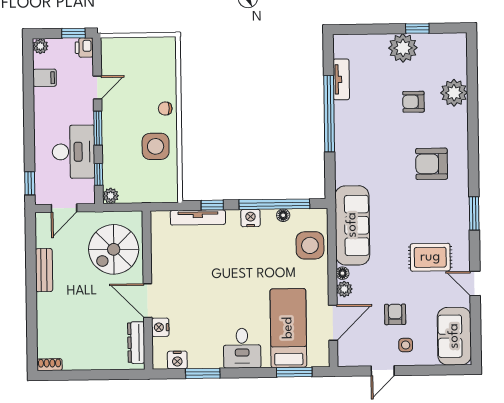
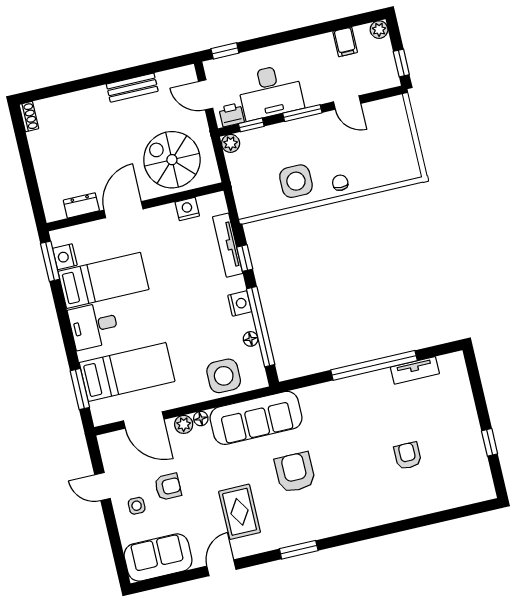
printer: (84, 48) -> (231, 115), moved
plant: (403, 48) -> (465, 431), removed
plant: (454, 93) -> (427, 498), removed
armchair: (432, 164) -> (295, 472), moved
nightstand: (160, 327) -> (187, 209), moved
bed: (205, 331) -> (104, 280), added
dresser: (136, 343) -> (81, 205), width x0.70
window: (203, 373) -> (50, 261), moved

